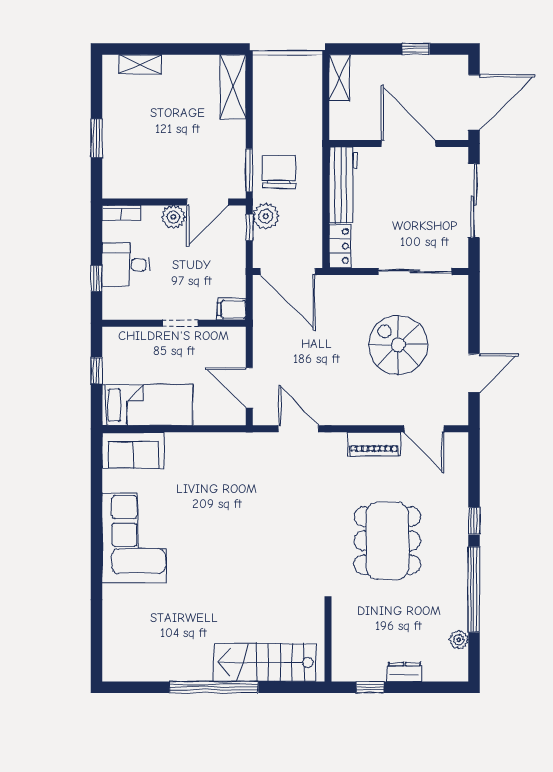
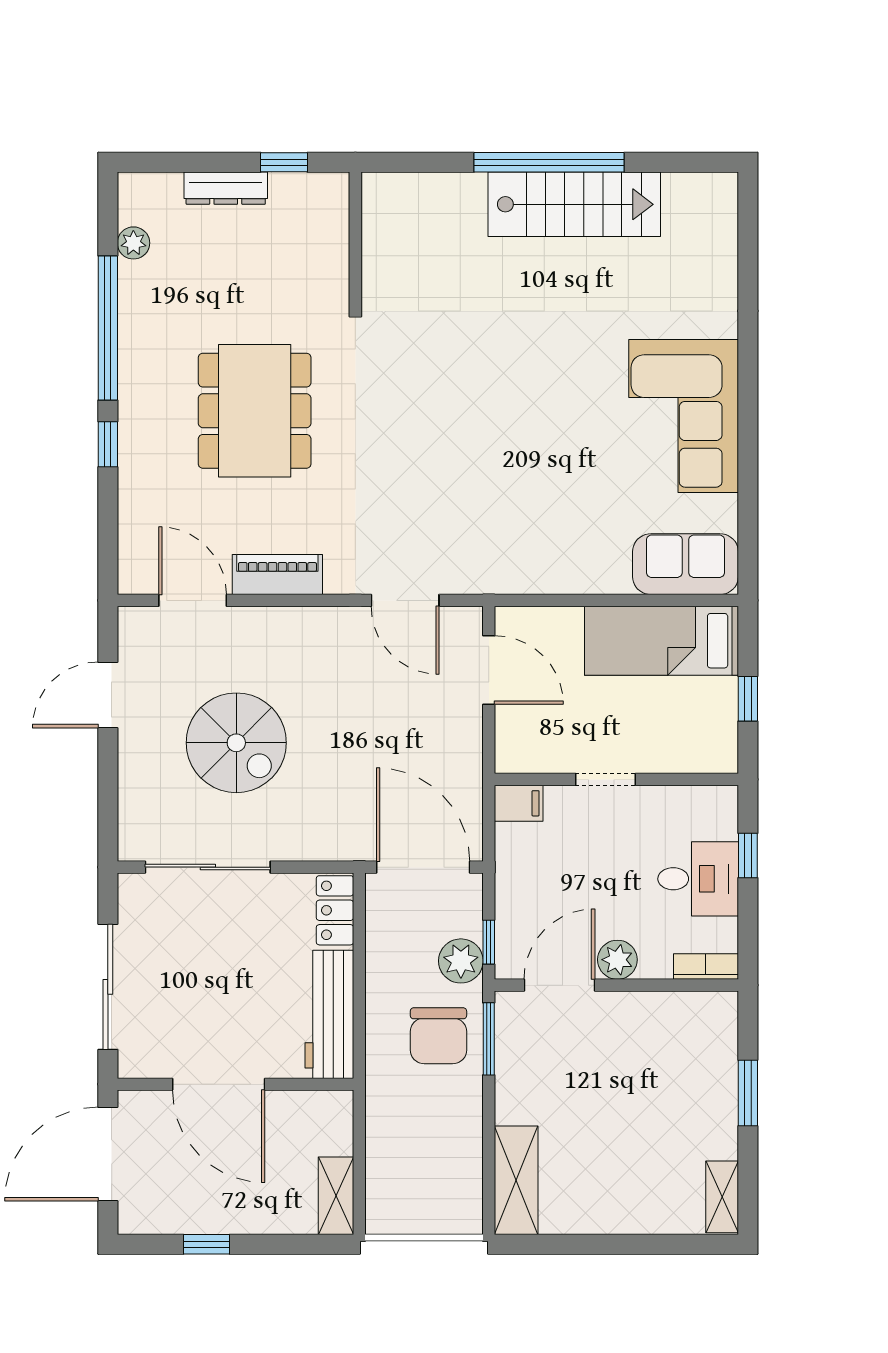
shelving: (140, 64) -> (722, 1197), moved, turned 90
stairs: (265, 662) -> (574, 204), moved
dresser: (404, 672) -> (226, 188), width x1.44

